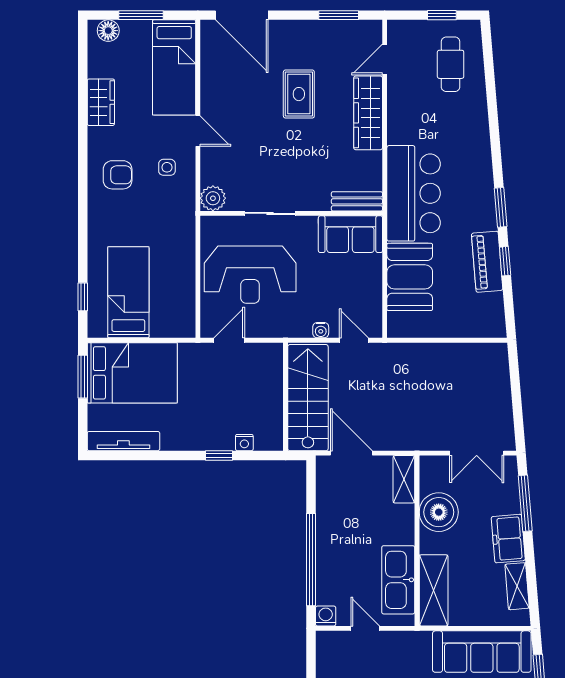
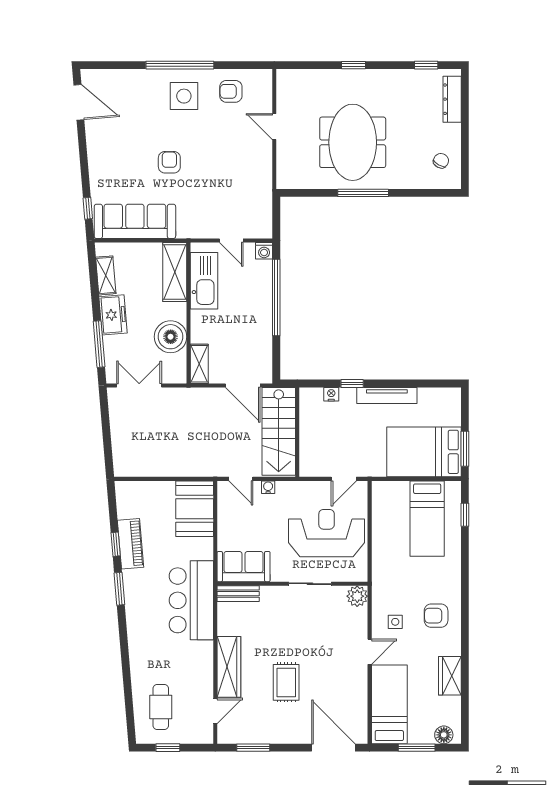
door: (198, 131) -> (370, 652), swing flipped
booth: (410, 277) -> (195, 509), moved
tv unit: (123, 441) -> (387, 395), moved

